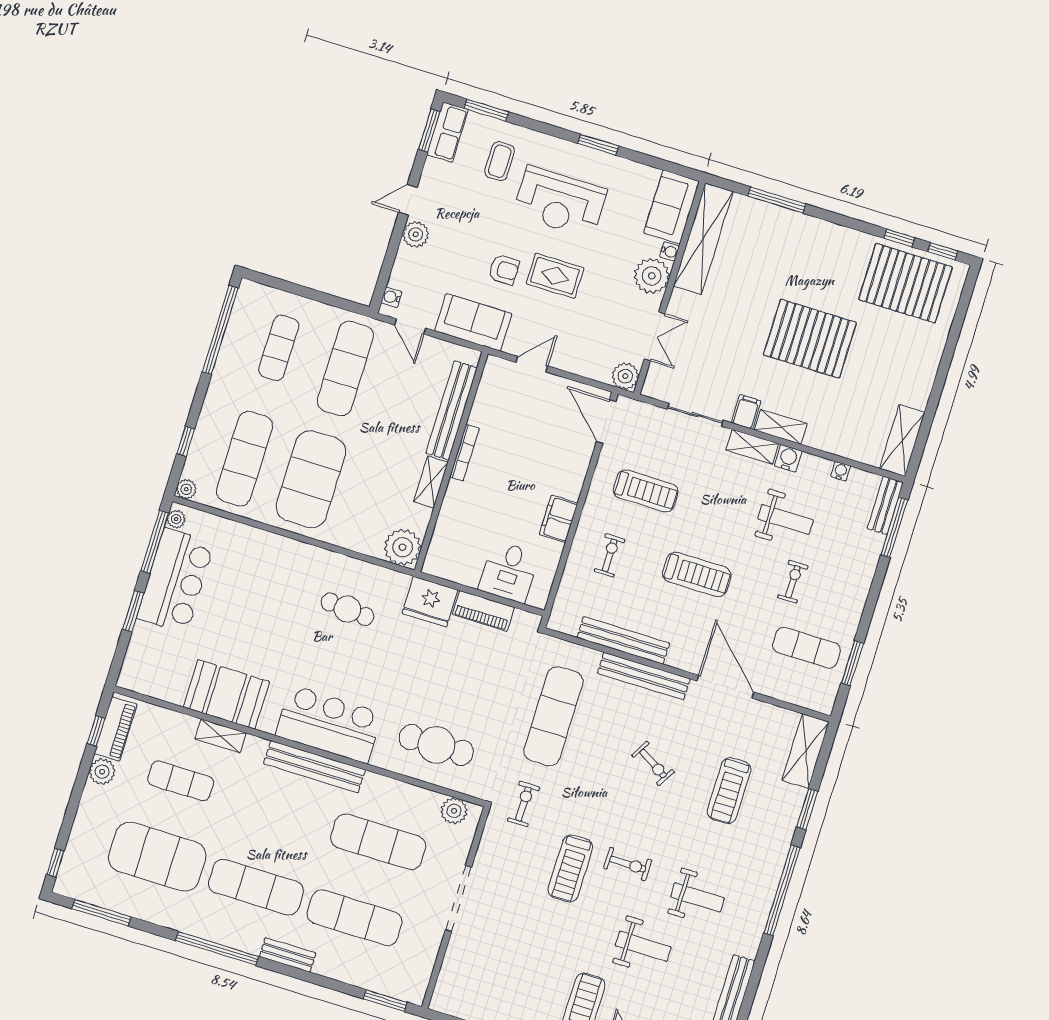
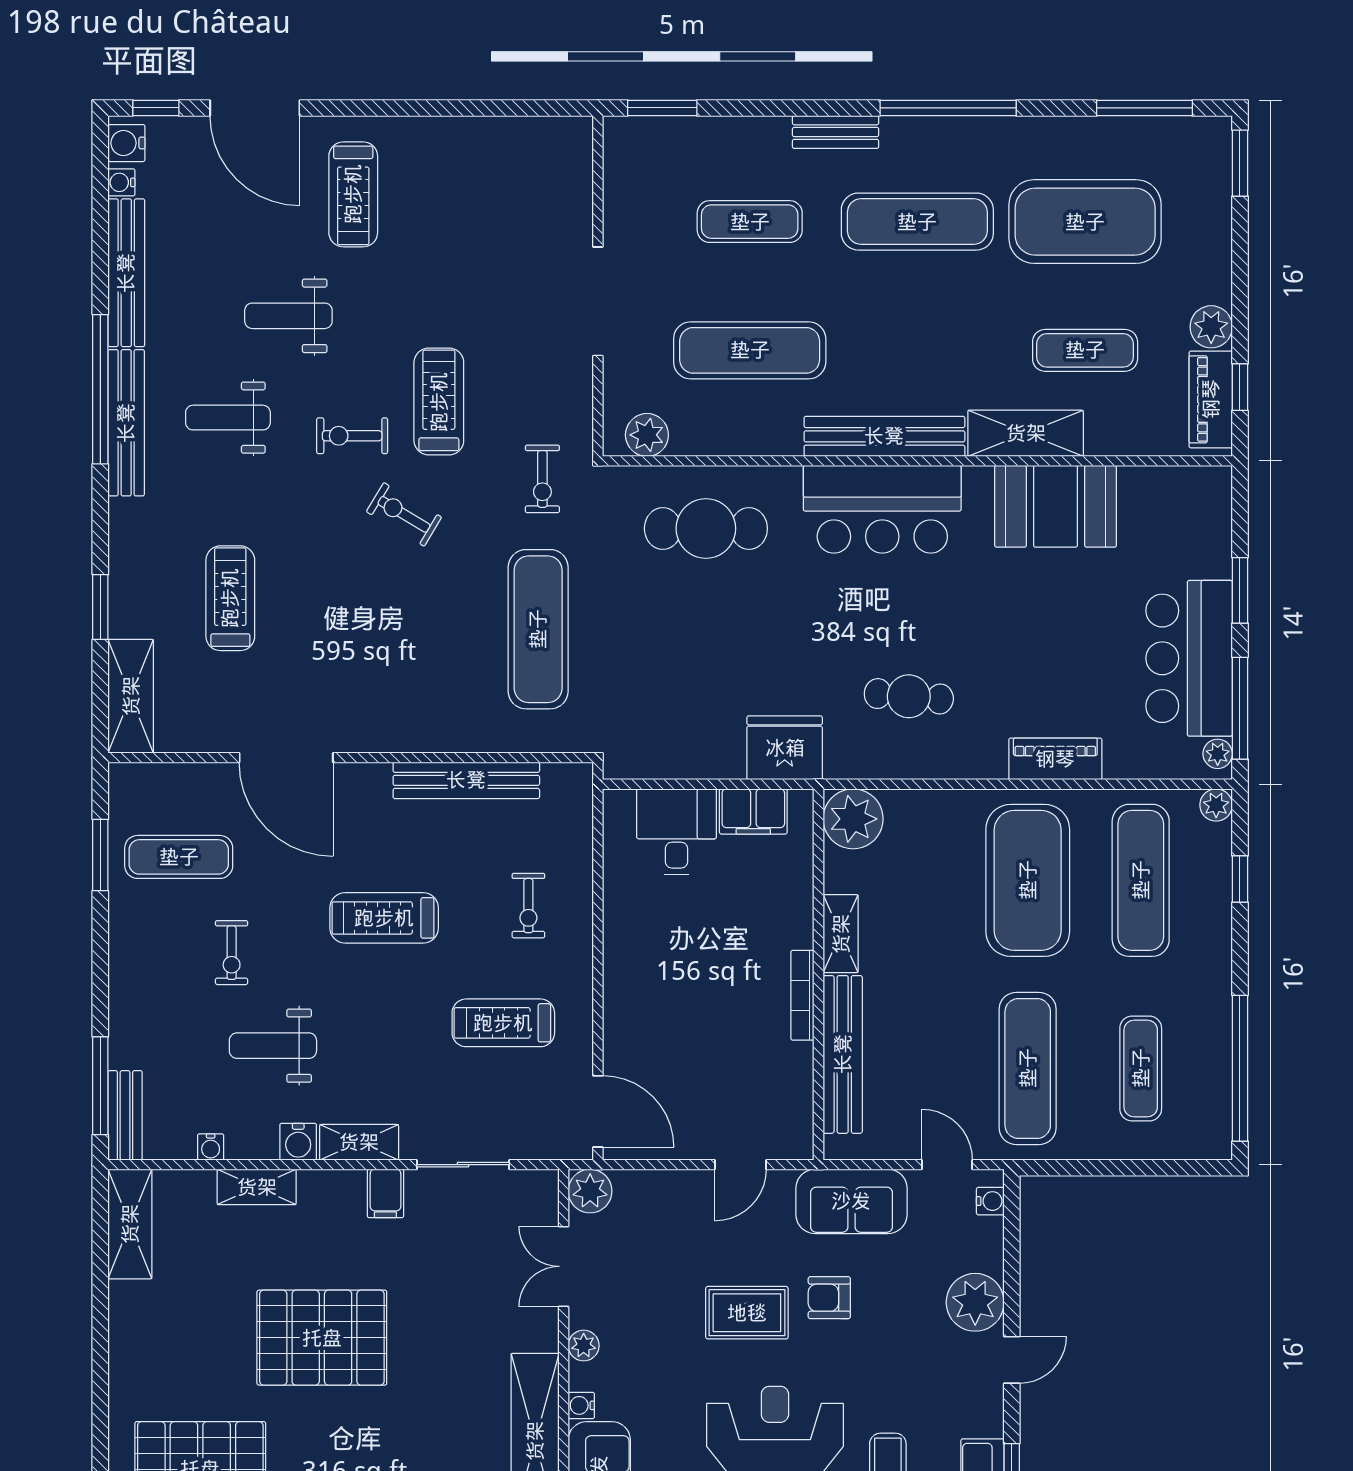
plant: (416, 234) -> (975, 1302), width x1.36, depth x1.36
plant: (652, 276) -> (584, 1346), width x0.53, depth x0.53
shelving: (781, 427) -> (257, 1187), moved
filing cabinet: (558, 519) -> (753, 811), moved, turned 90
piano: (483, 611) -> (1055, 759), moved
bench: (644, 676) -> (126, 423), moved, turned 90
shelving: (220, 736) -> (1026, 433), width x1.50, depth x1.33
exercise bike: (653, 764) -> (404, 514), moved
window: (55, 863) -> (1240, 163), width x1.50
window: (782, 890) -> (100, 389), moved
exercise mat: (355, 918) -> (750, 222), width x0.73, depth x0.69

